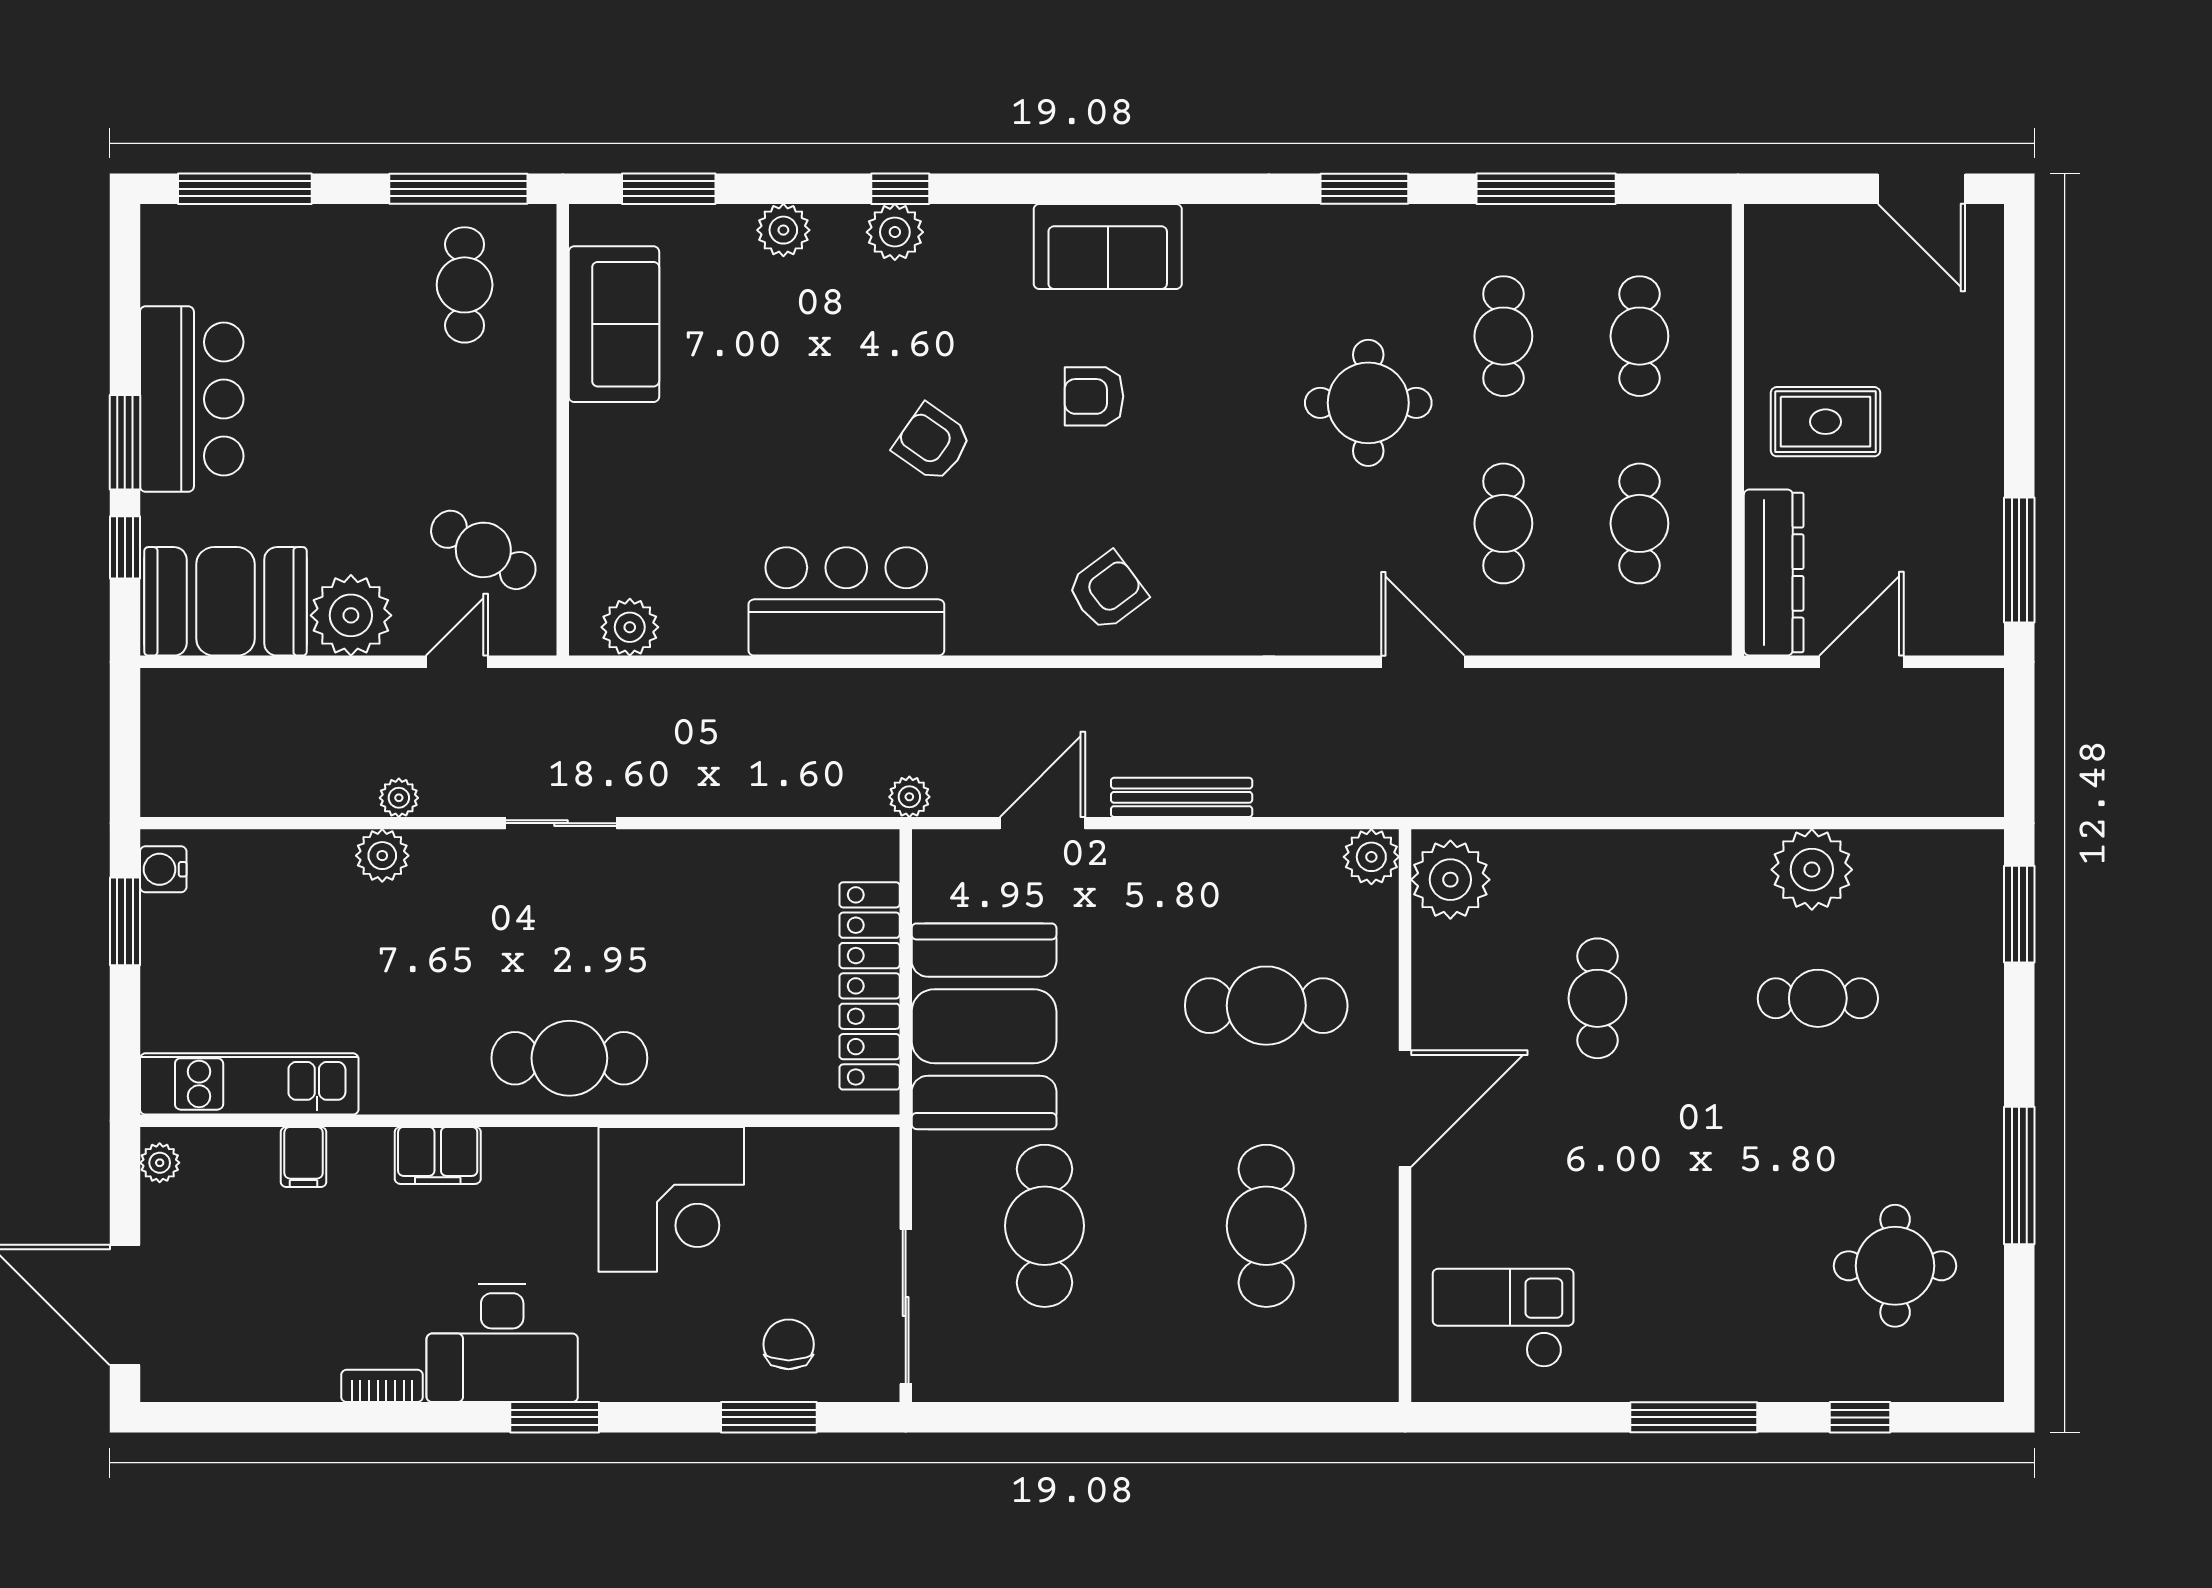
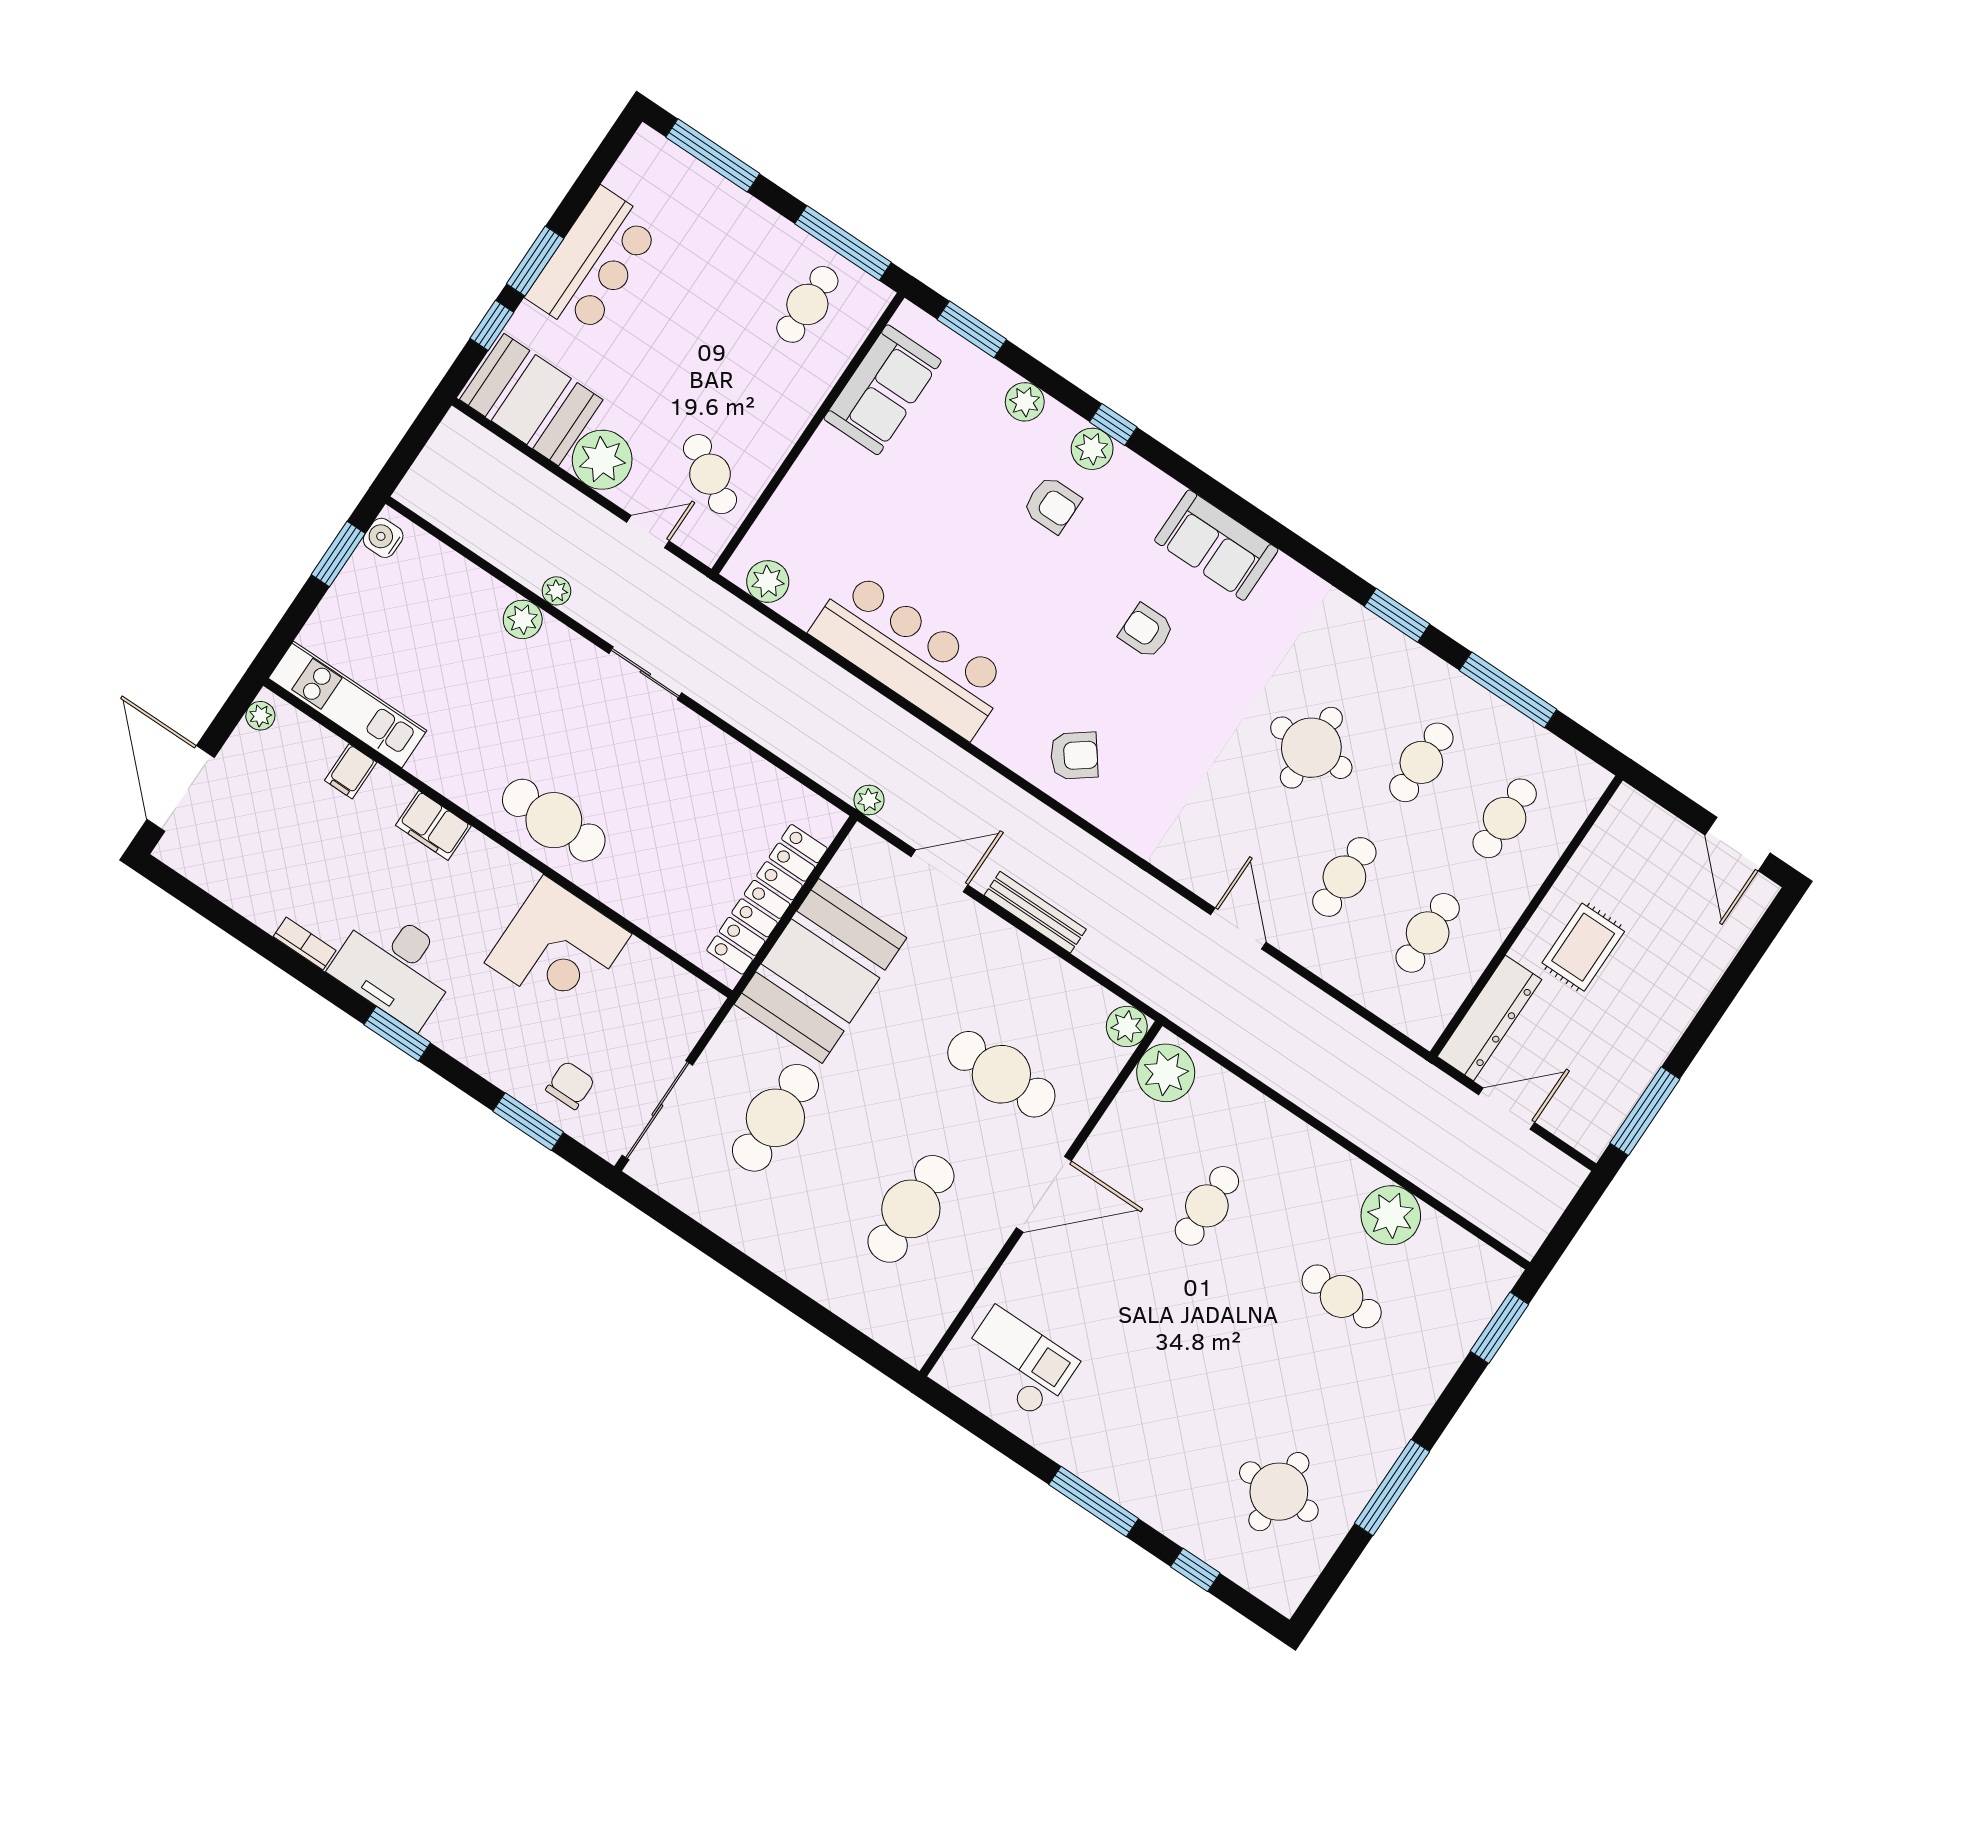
rug: (1826, 422) -> (1583, 947), turned 90
armchair: (932, 443) -> (1052, 505), moved, turned 145
bar counter: (846, 601) -> (911, 655), width x1.36

